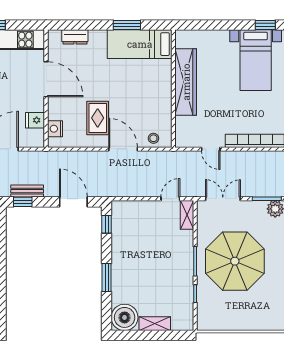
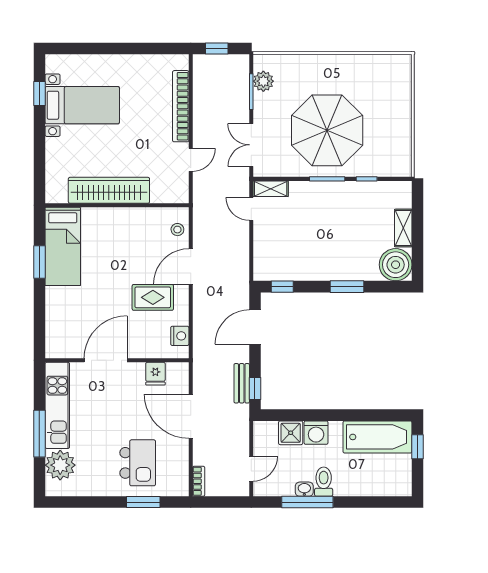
dresser: (75, 37) -> (54, 325), removed
nightstand: (55, 129) -> (180, 336), moved, turned -90

